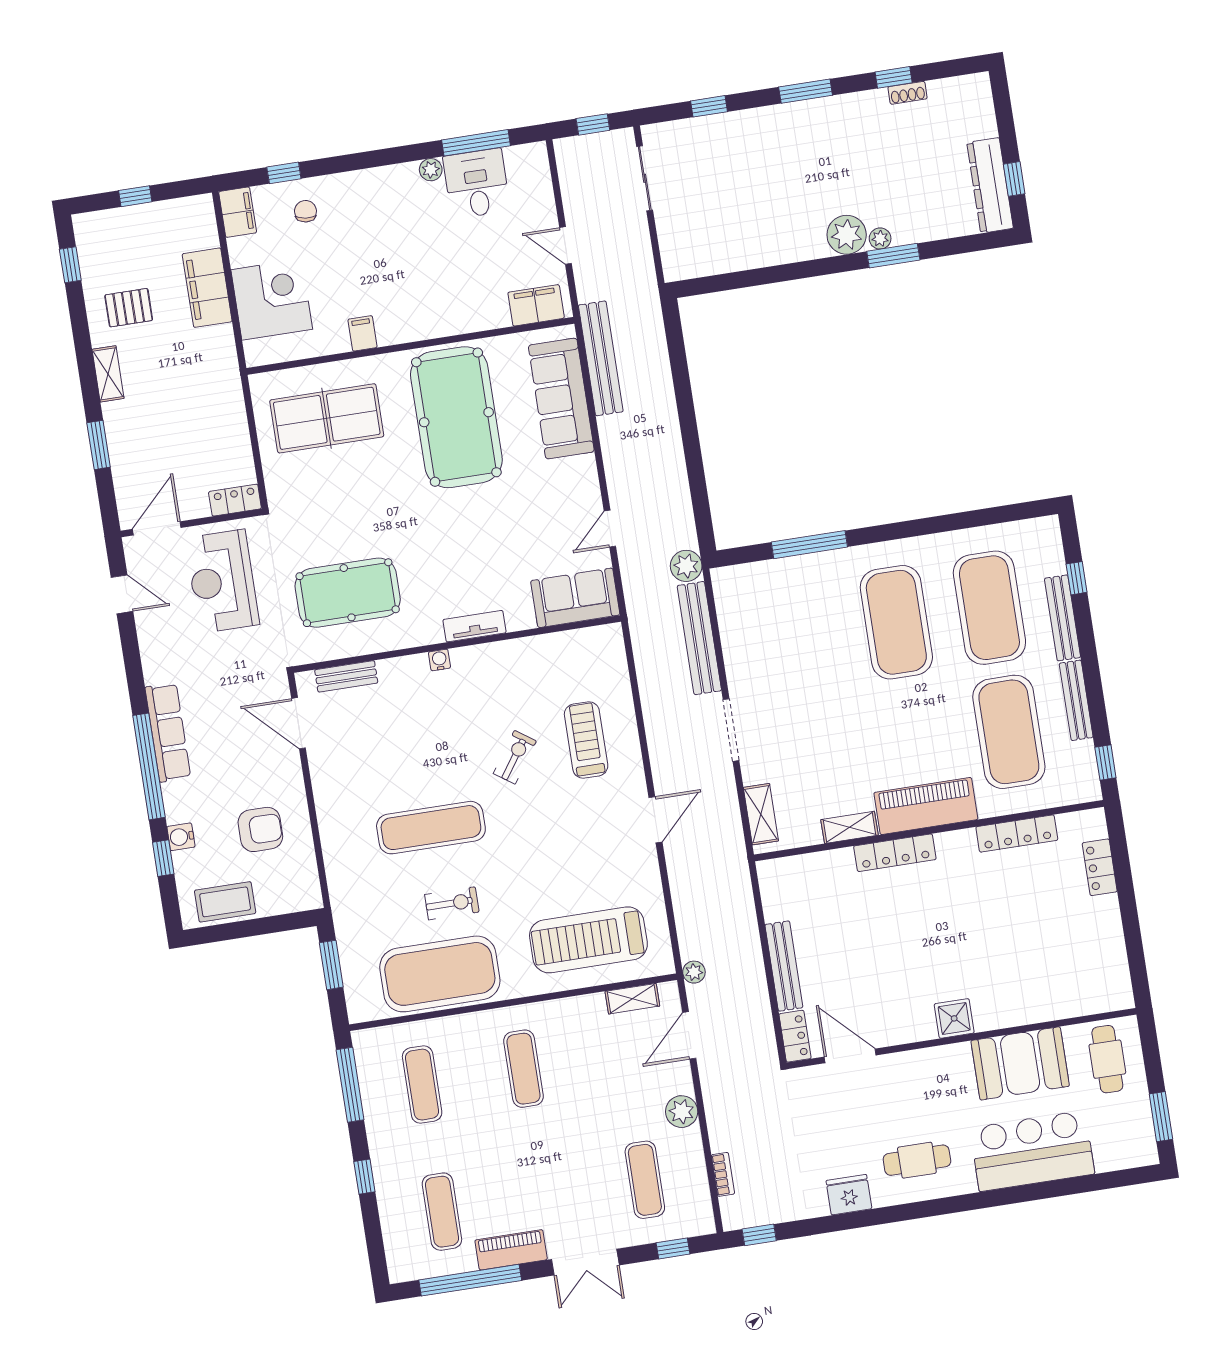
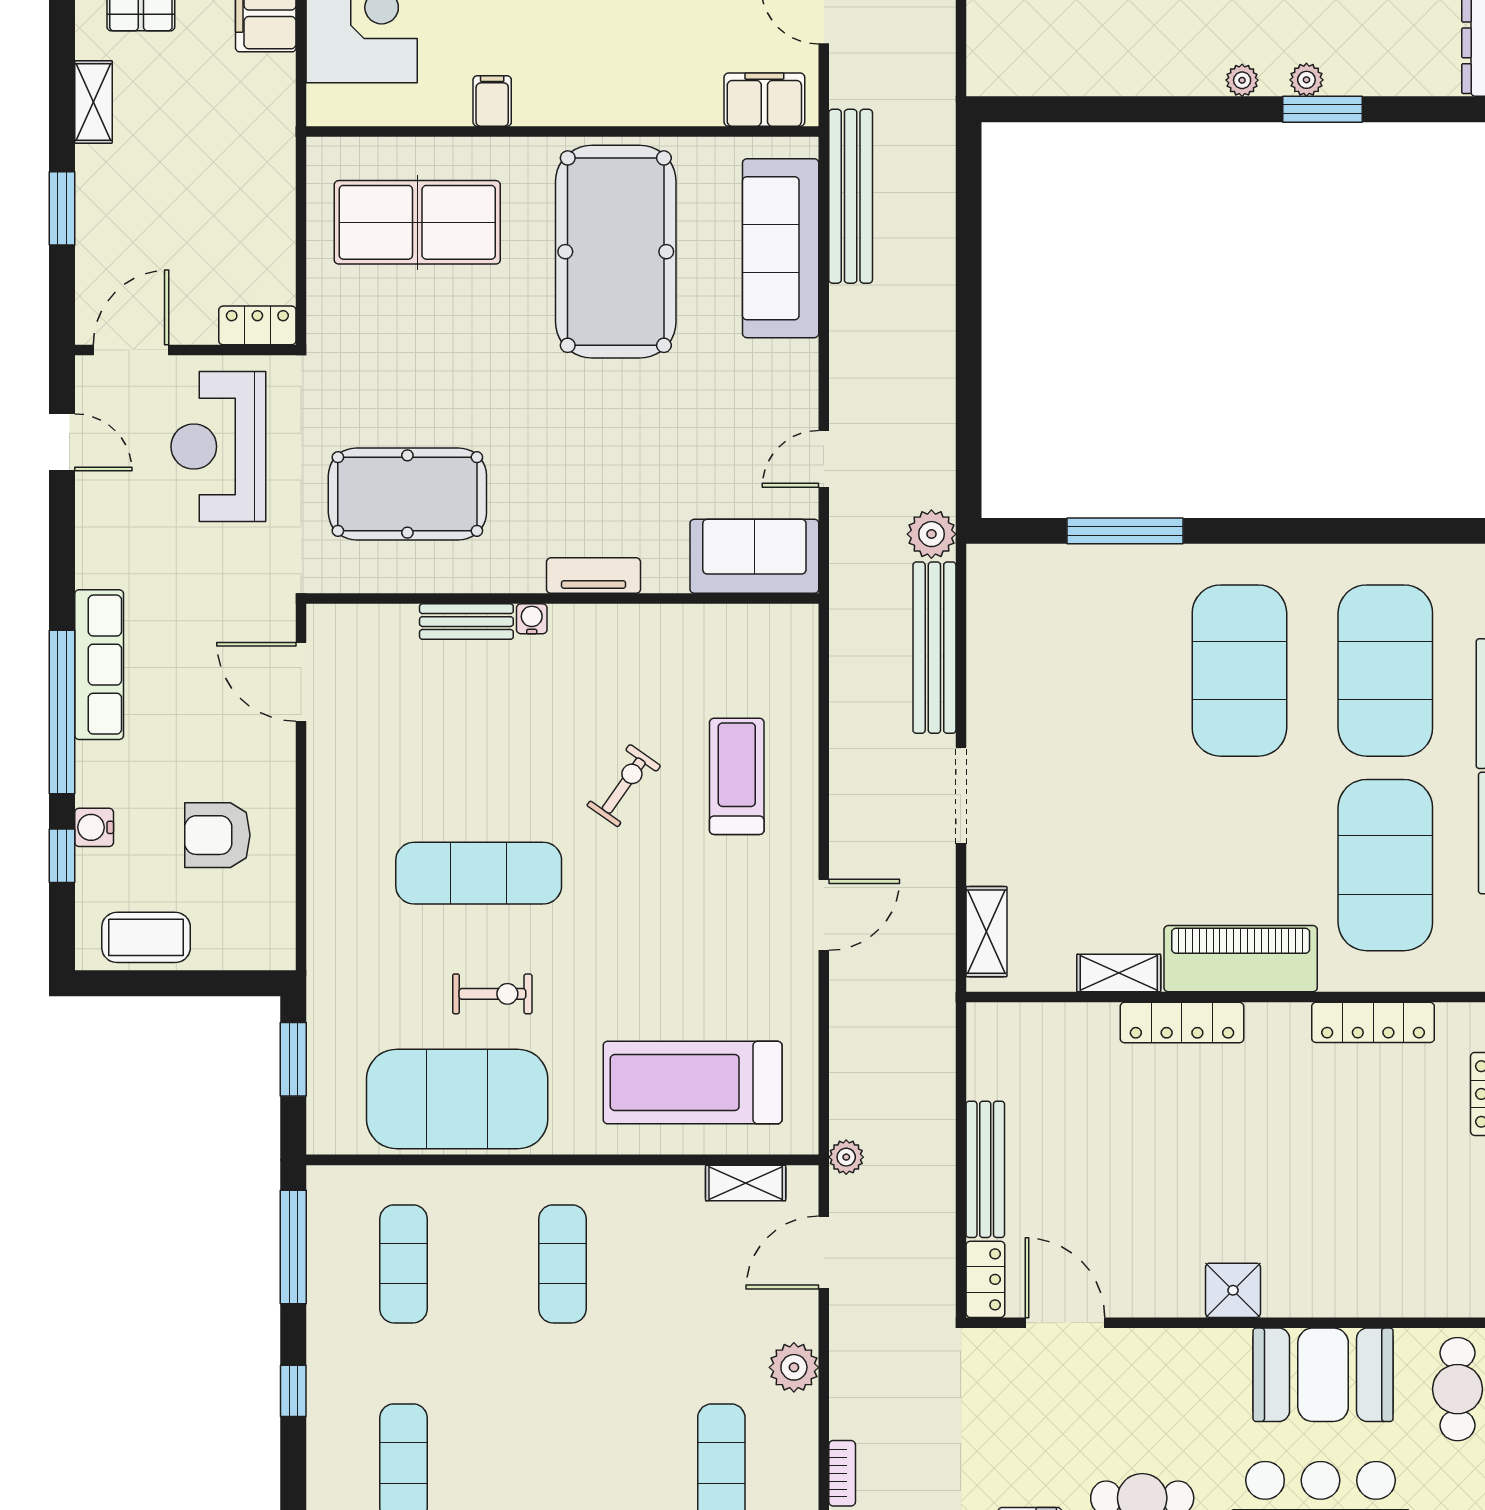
plant: (847, 235) -> (1242, 80), width x0.53, depth x0.53
bench: (346, 676) -> (466, 622), moved
armchair: (260, 829) -> (217, 835), turned 180

